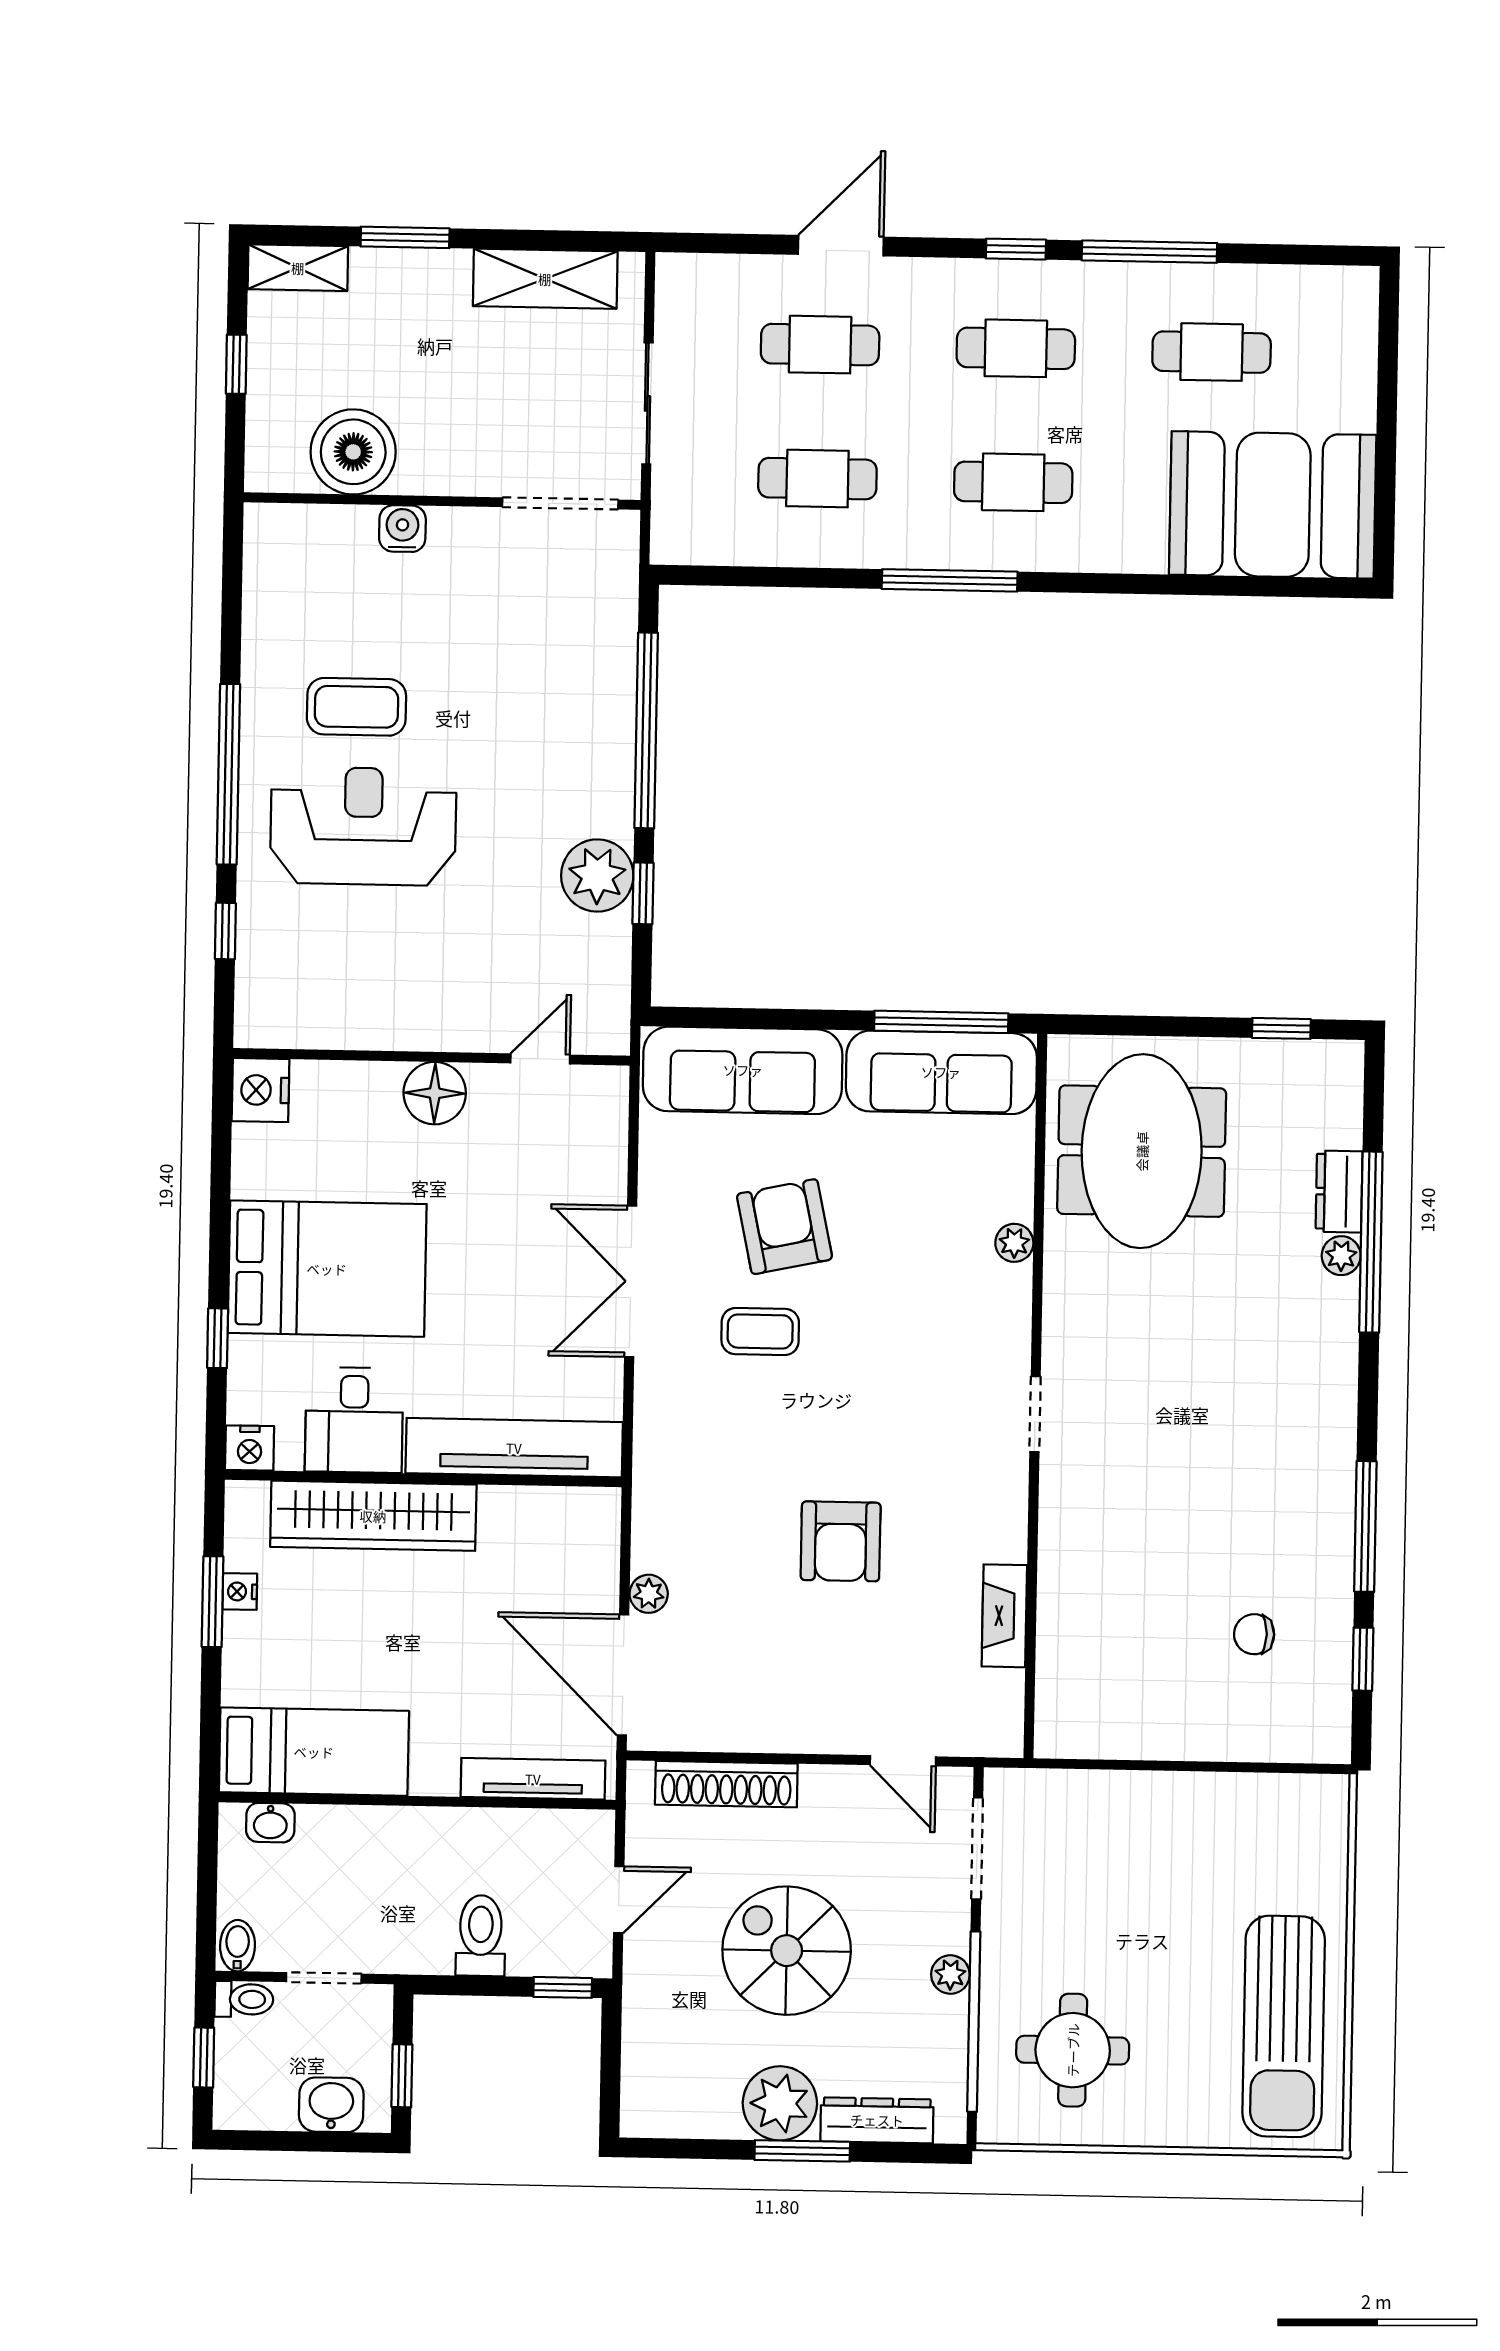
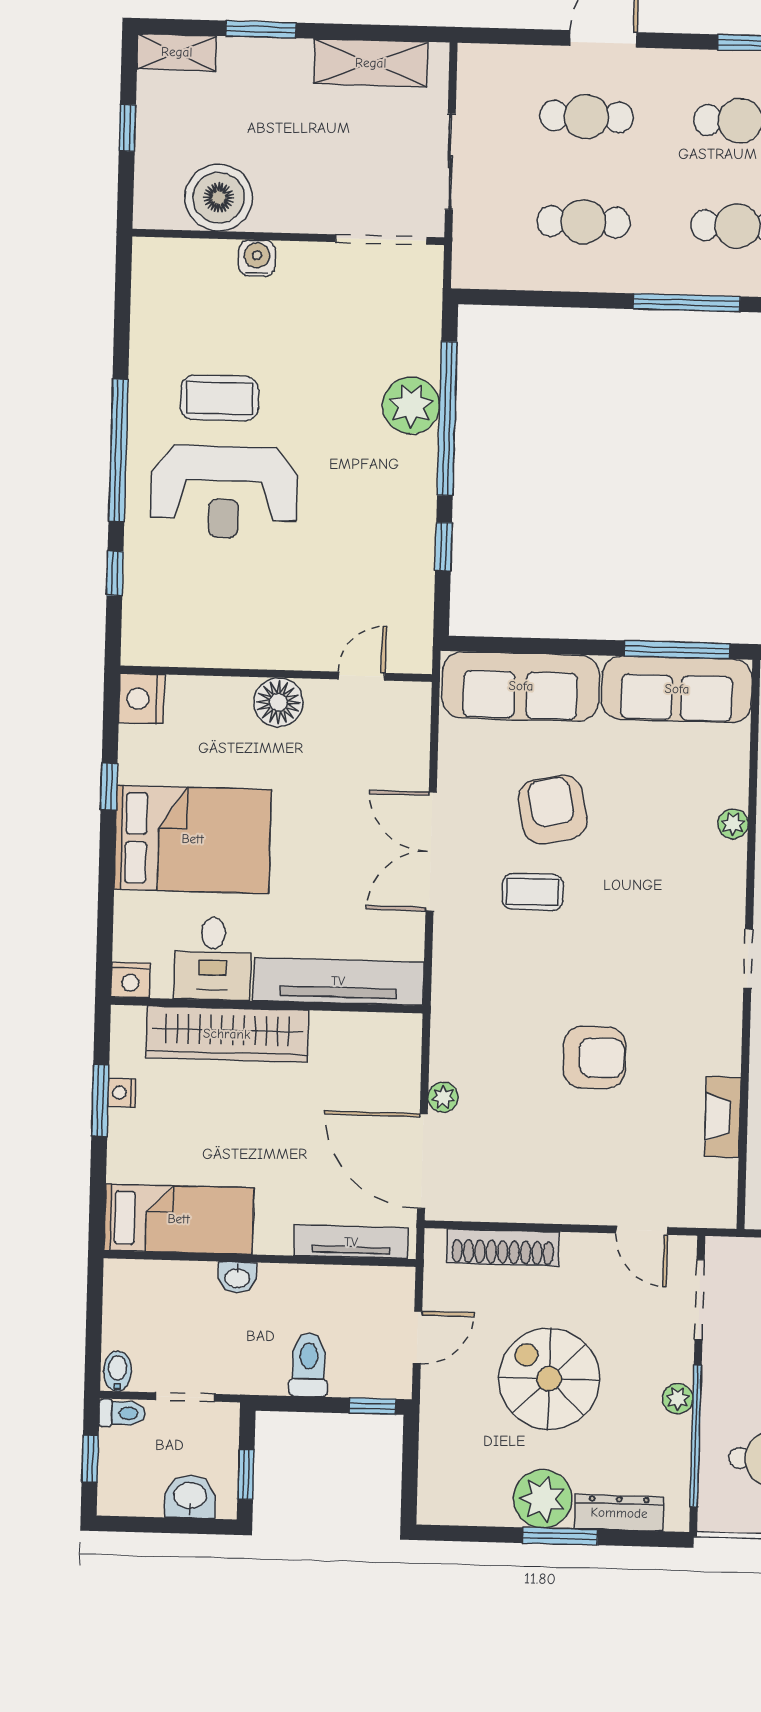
reception desk: (363, 826) -> (224, 492), turned 180
plant: (597, 876) -> (411, 405), moved
window: (218, 1338) -> (109, 787), moved
armchair: (841, 1541) -> (594, 1057), turned -90
washbasin: (270, 1823) -> (237, 1277), moved

